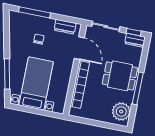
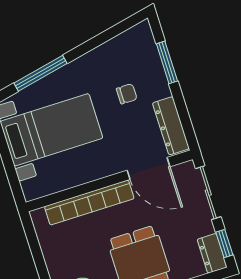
window: (35, 12) -> (167, 62), width x0.69
dresser: (65, 27) -> (171, 126), width x1.44
door: (79, 48) -> (149, 168), hinge flipped

